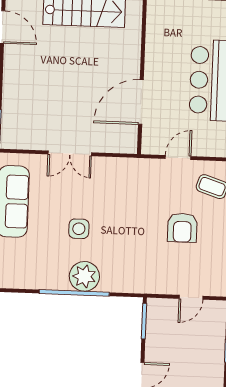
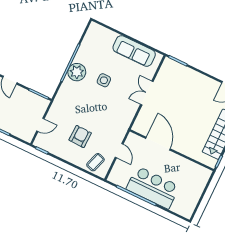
armchair: (182, 228) -> (80, 136), turned 92
door: (191, 297) -> (40, 125), swing flipped

